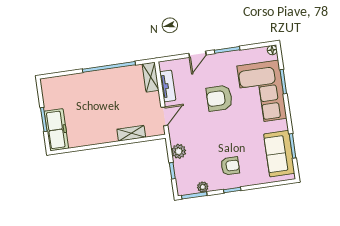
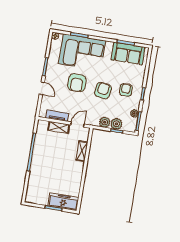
shelving: (151, 77) -> (59, 127), moved
door: (164, 116) -> (77, 124), hinge flipped
armchair: (220, 136) -> (103, 91), added
plant: (182, 168) -> (116, 124), added

